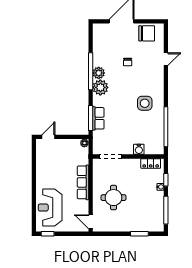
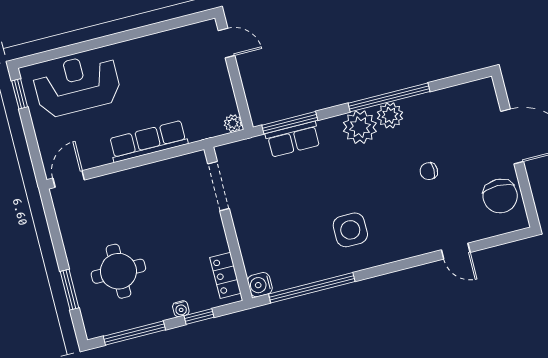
water cooler: (139, 149) -> (260, 285), moved
round table: (113, 198) -> (118, 271), moved

